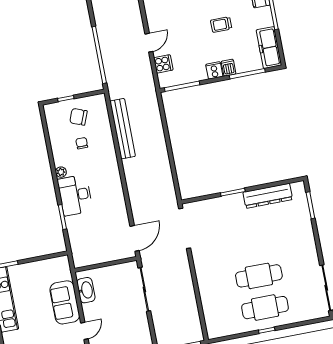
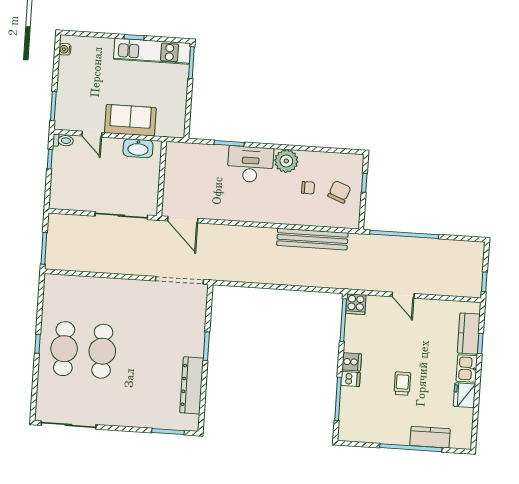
freezer: (269, 48) -> (362, 431), removed
cooker: (163, 64) -> (356, 304), moved
plant: (61, 172) -> (286, 161), width x1.88, depth x1.88

